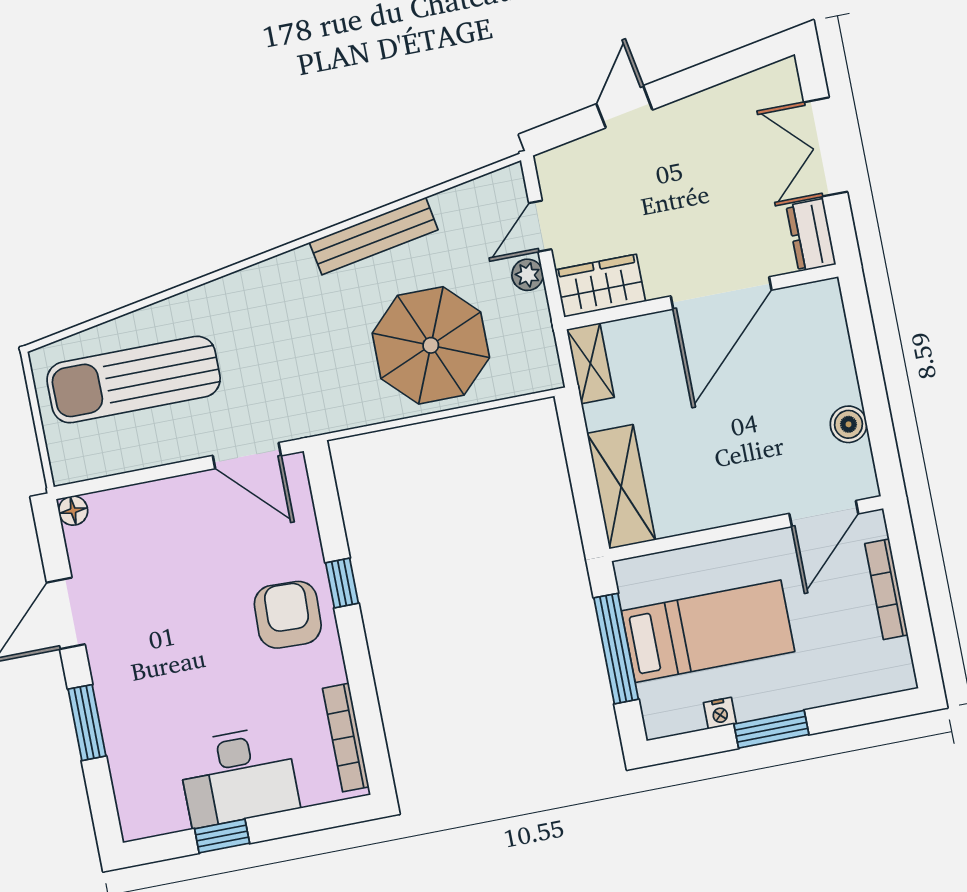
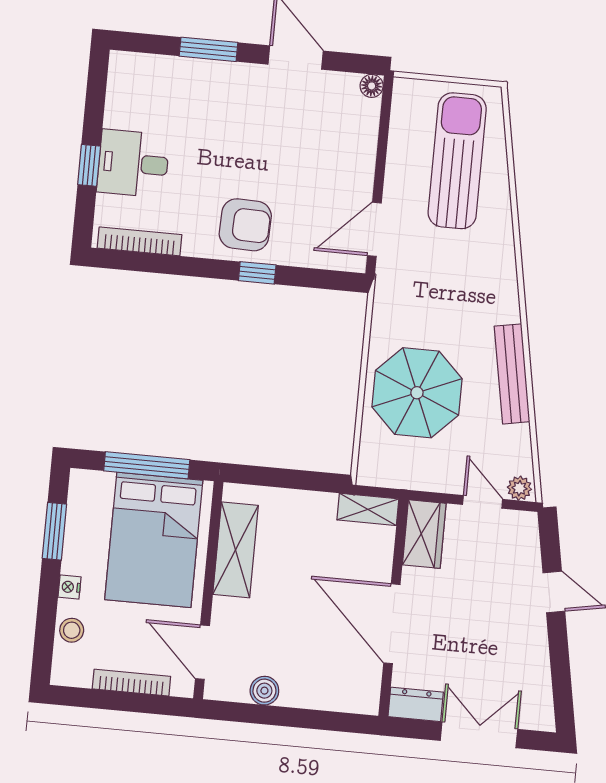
plant: (528, 275) -> (519, 488), moved
shelving: (621, 487) -> (236, 550), moved, turned 90
bed: (708, 631) -> (154, 540), width x1.50
stool: (844, 681) -> (72, 630), added
nightstand: (720, 713) -> (70, 587), moved
window: (771, 729) -> (54, 531), moved
desk: (238, 776) -> (133, 163), width x0.73
window: (222, 836) -> (89, 165), moved

